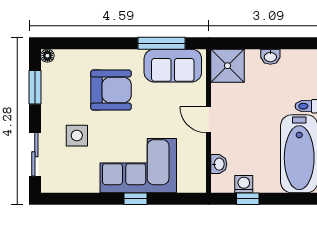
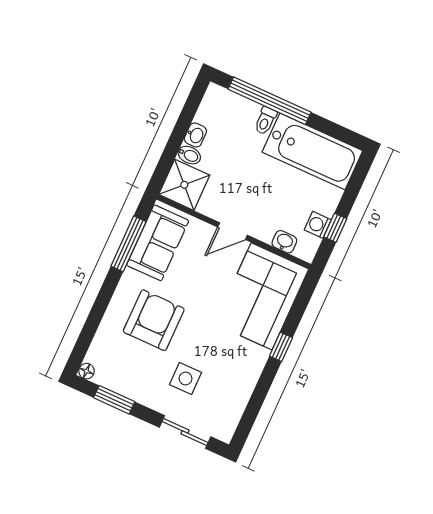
bidet: (253, 59) -> (189, 155), added
corner sofa: (138, 166) -> (262, 296), moved

